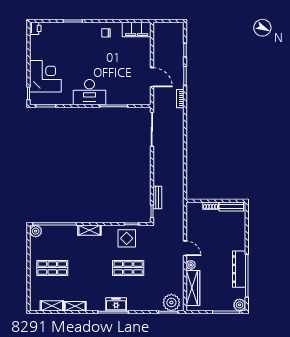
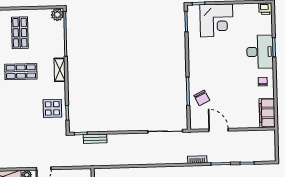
door: (152, 77) -> (218, 130), swing flipped
desk: (89, 92) -> (260, 52), moved, turned 180
chair: (120, 93) -> (202, 98), added
shop shelf: (128, 268) -> (21, 72), moved, turned 90

